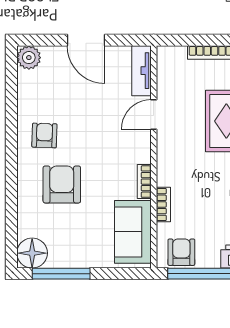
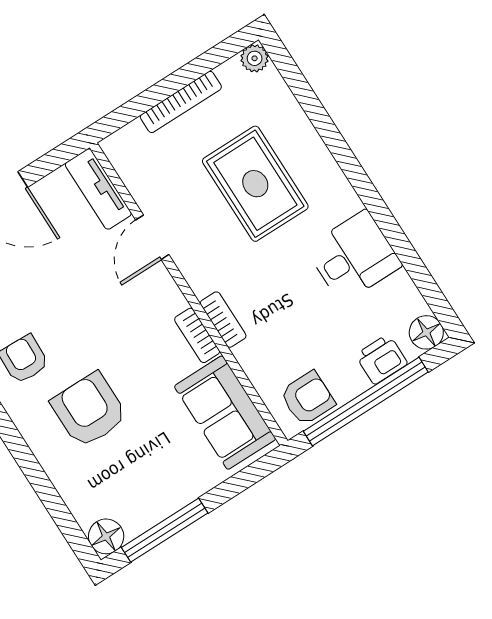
bookcase: (163, 204) -> (223, 320), moved
armchair: (181, 252) -> (308, 398), turned 90
floor lamp: (32, 253) -> (106, 536), width x0.73, depth x0.73

